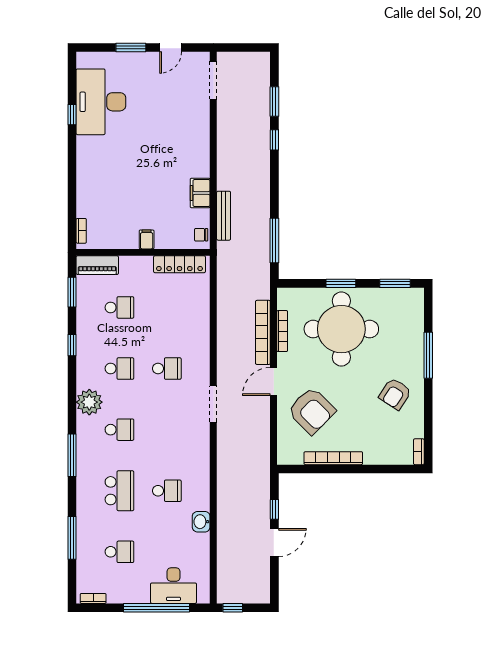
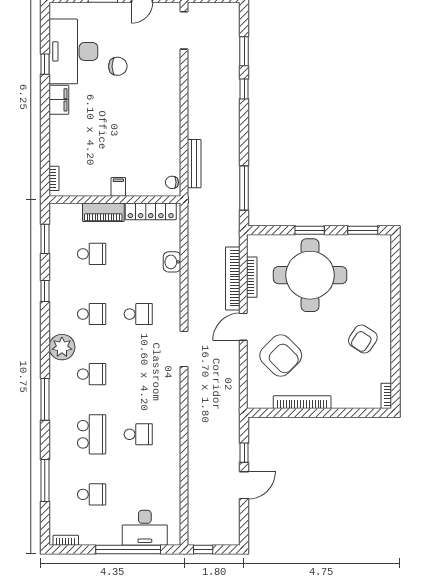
chair: (146, 117) -> (118, 66), added
filing cabinet: (200, 193) -> (59, 100), moved, turned 180
piano: (97, 265) -> (103, 212), moved
window: (428, 355) -> (396, 301), removed
washbasin: (201, 522) -> (172, 262), moved

